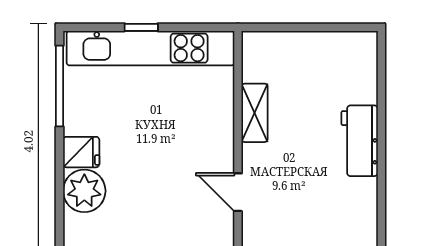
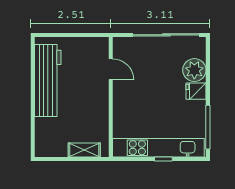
shelving: (255, 113) -> (84, 150), moved, turned 90
workbench: (360, 141) -> (48, 81), width x1.87, depth x1.32

